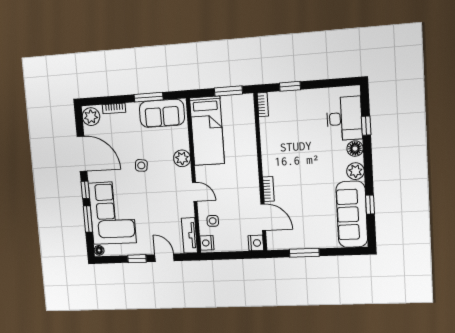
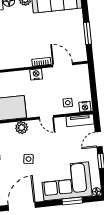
window: (85, 190) -> (50, 203), removed
door: (195, 192) -> (46, 117), swing flipped
door: (263, 217) -> (63, 65), hinge flipped
nightstand: (256, 243) -> (36, 74), moved

